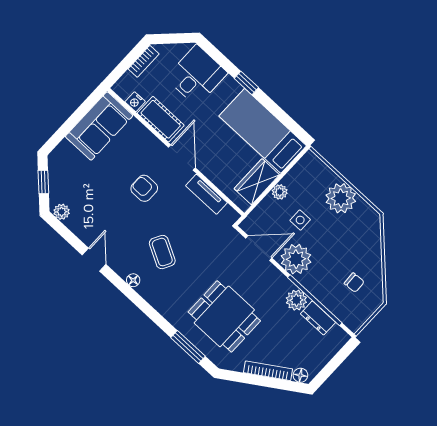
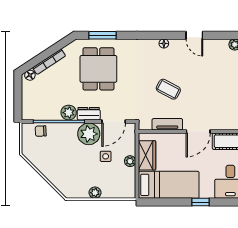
door: (182, 158) -> (198, 131), hinge flipped
armchair: (144, 188) -> (203, 97), removed
plant: (341, 198) -> (95, 193), width x0.53, depth x0.53
coffee table: (162, 252) -> (168, 89), moved
chair: (354, 283) -> (41, 131), moved
dining table: (224, 316) -> (98, 69), turned 90
dresser: (318, 318) -> (89, 114), moved

